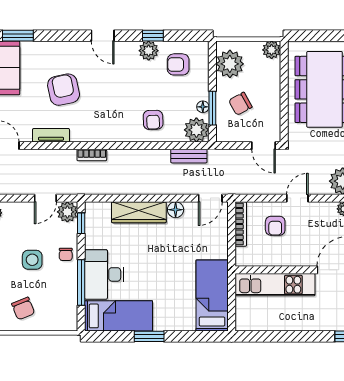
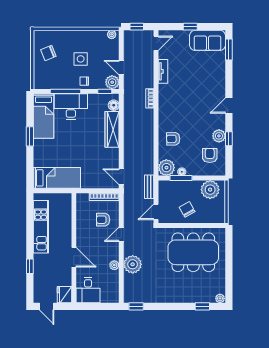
plant: (272, 50) -> (219, 217), removed
armchair: (64, 90) -> (193, 80), removed
chair: (240, 104) -> (187, 209), moved
bench: (189, 156) -> (149, 187), moved
door: (297, 198) -> (121, 234), swing flipped
floor lamp: (176, 210) -> (114, 105), moved
kitchen unit: (275, 285) -> (41, 227), moved, turned 180

